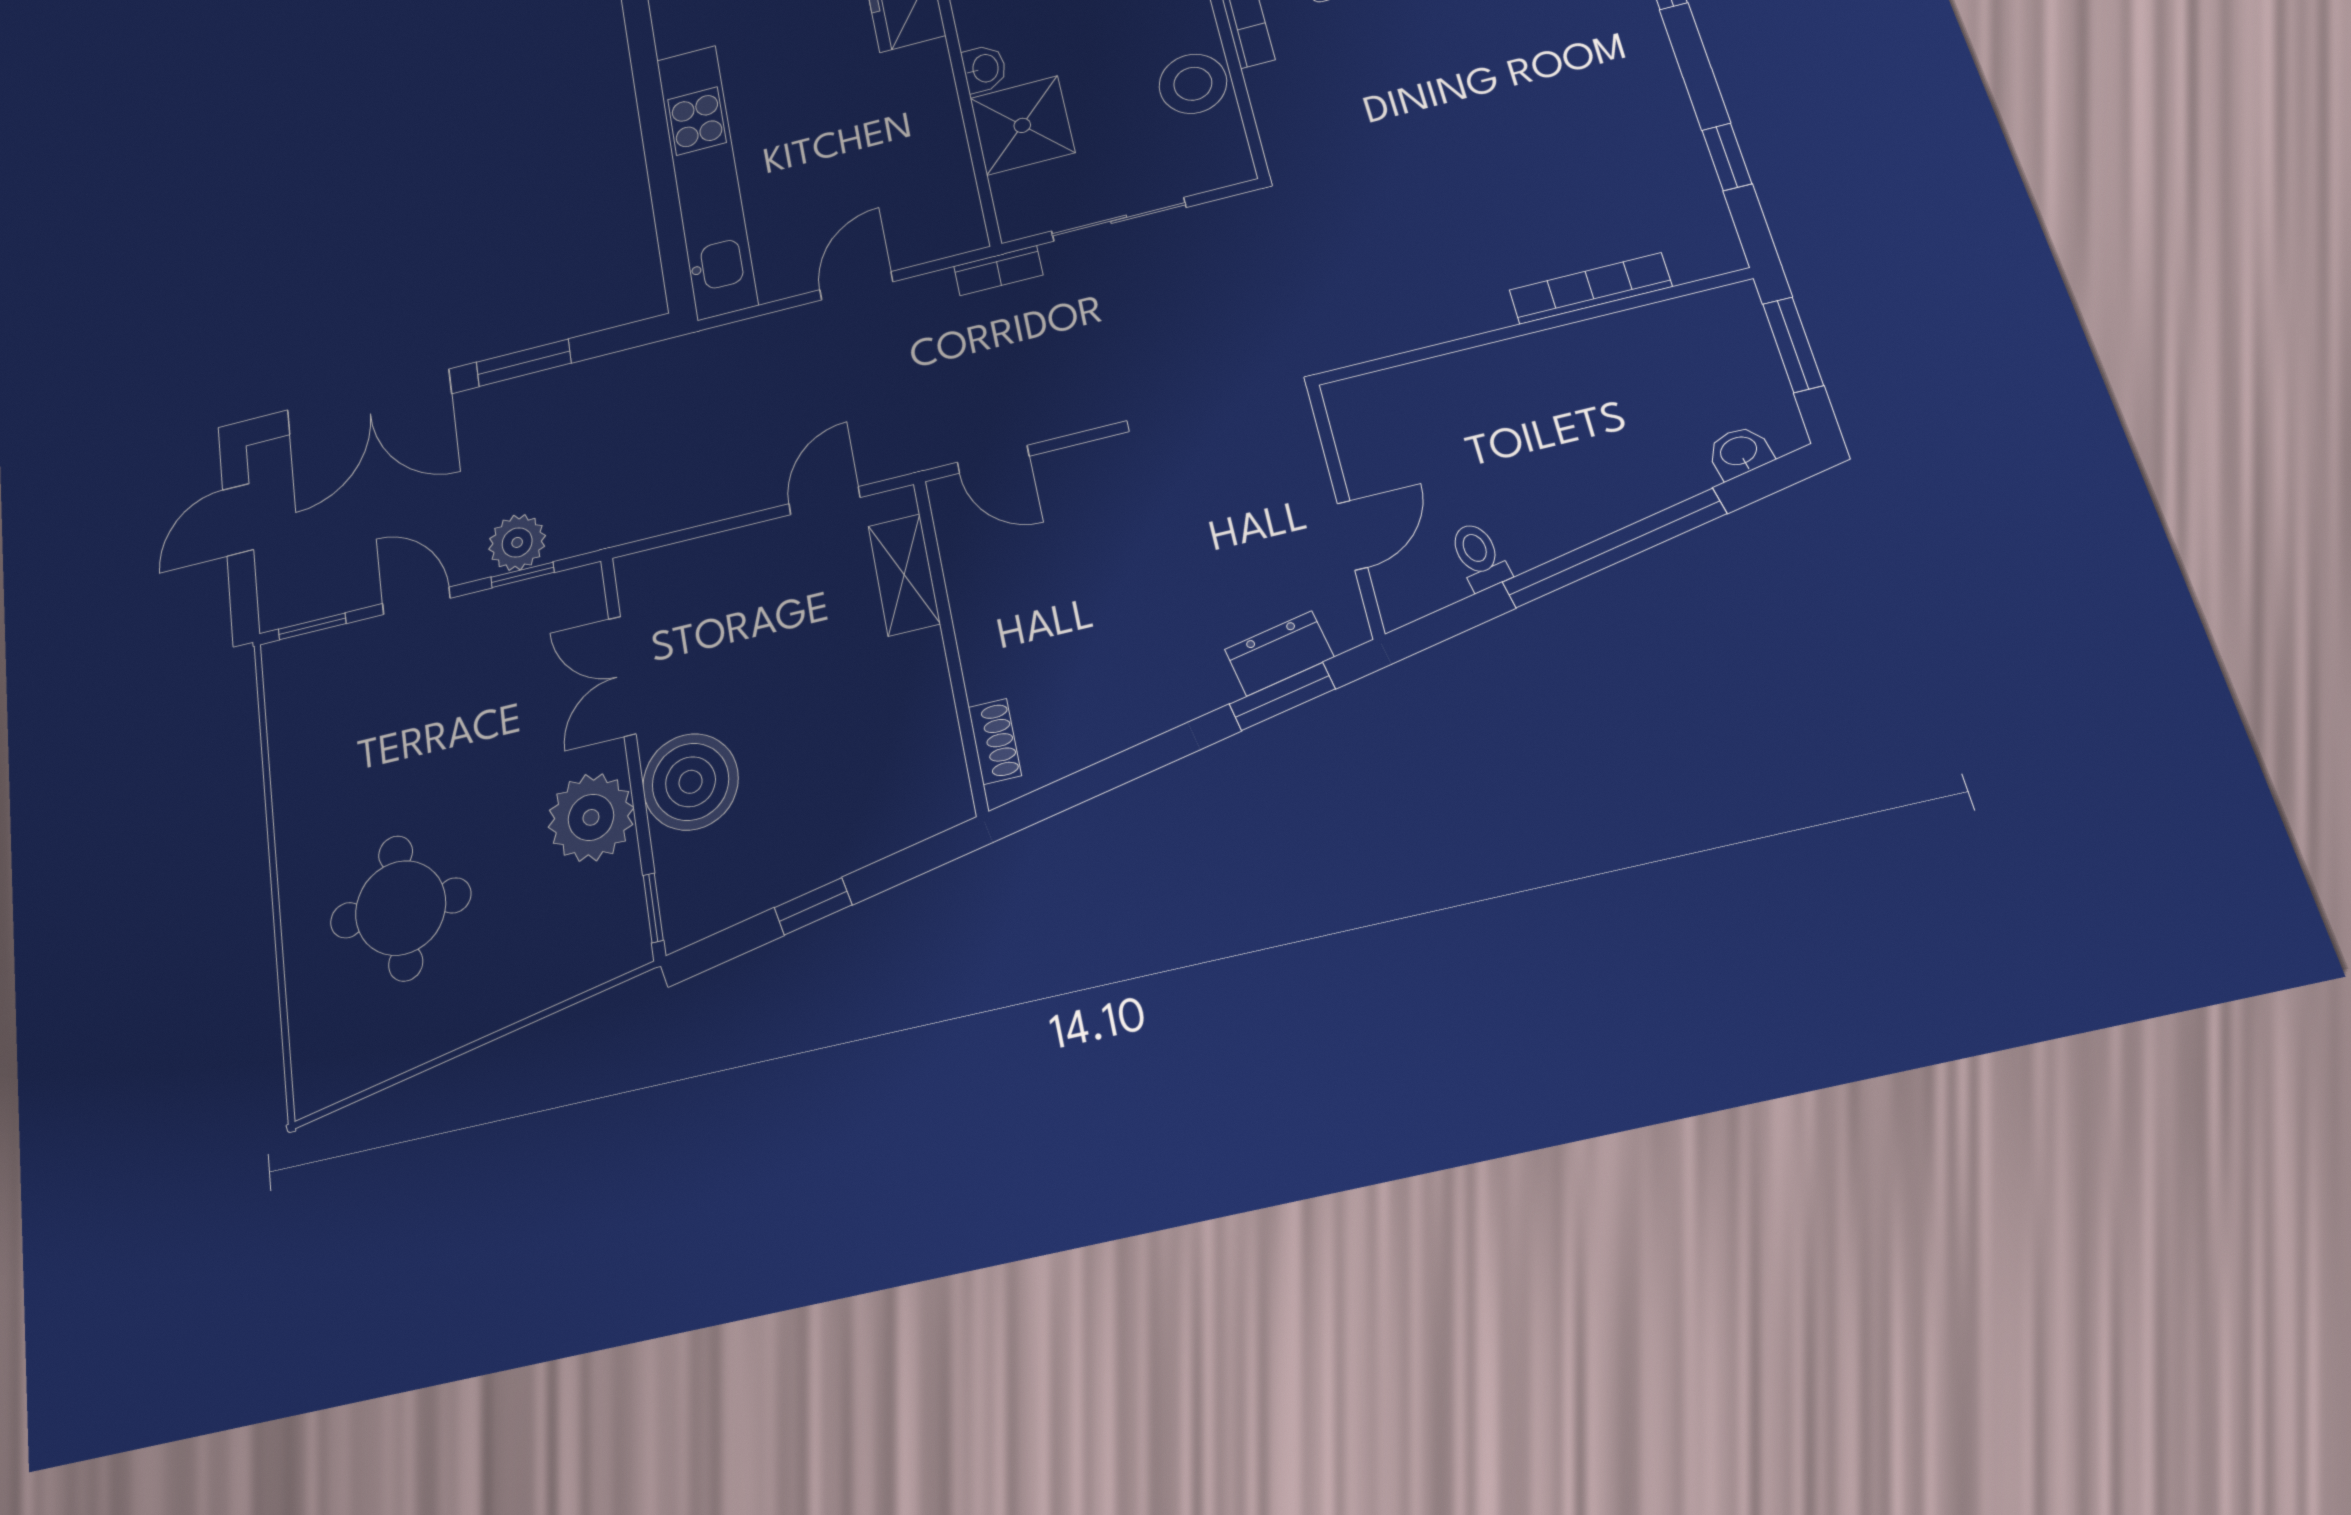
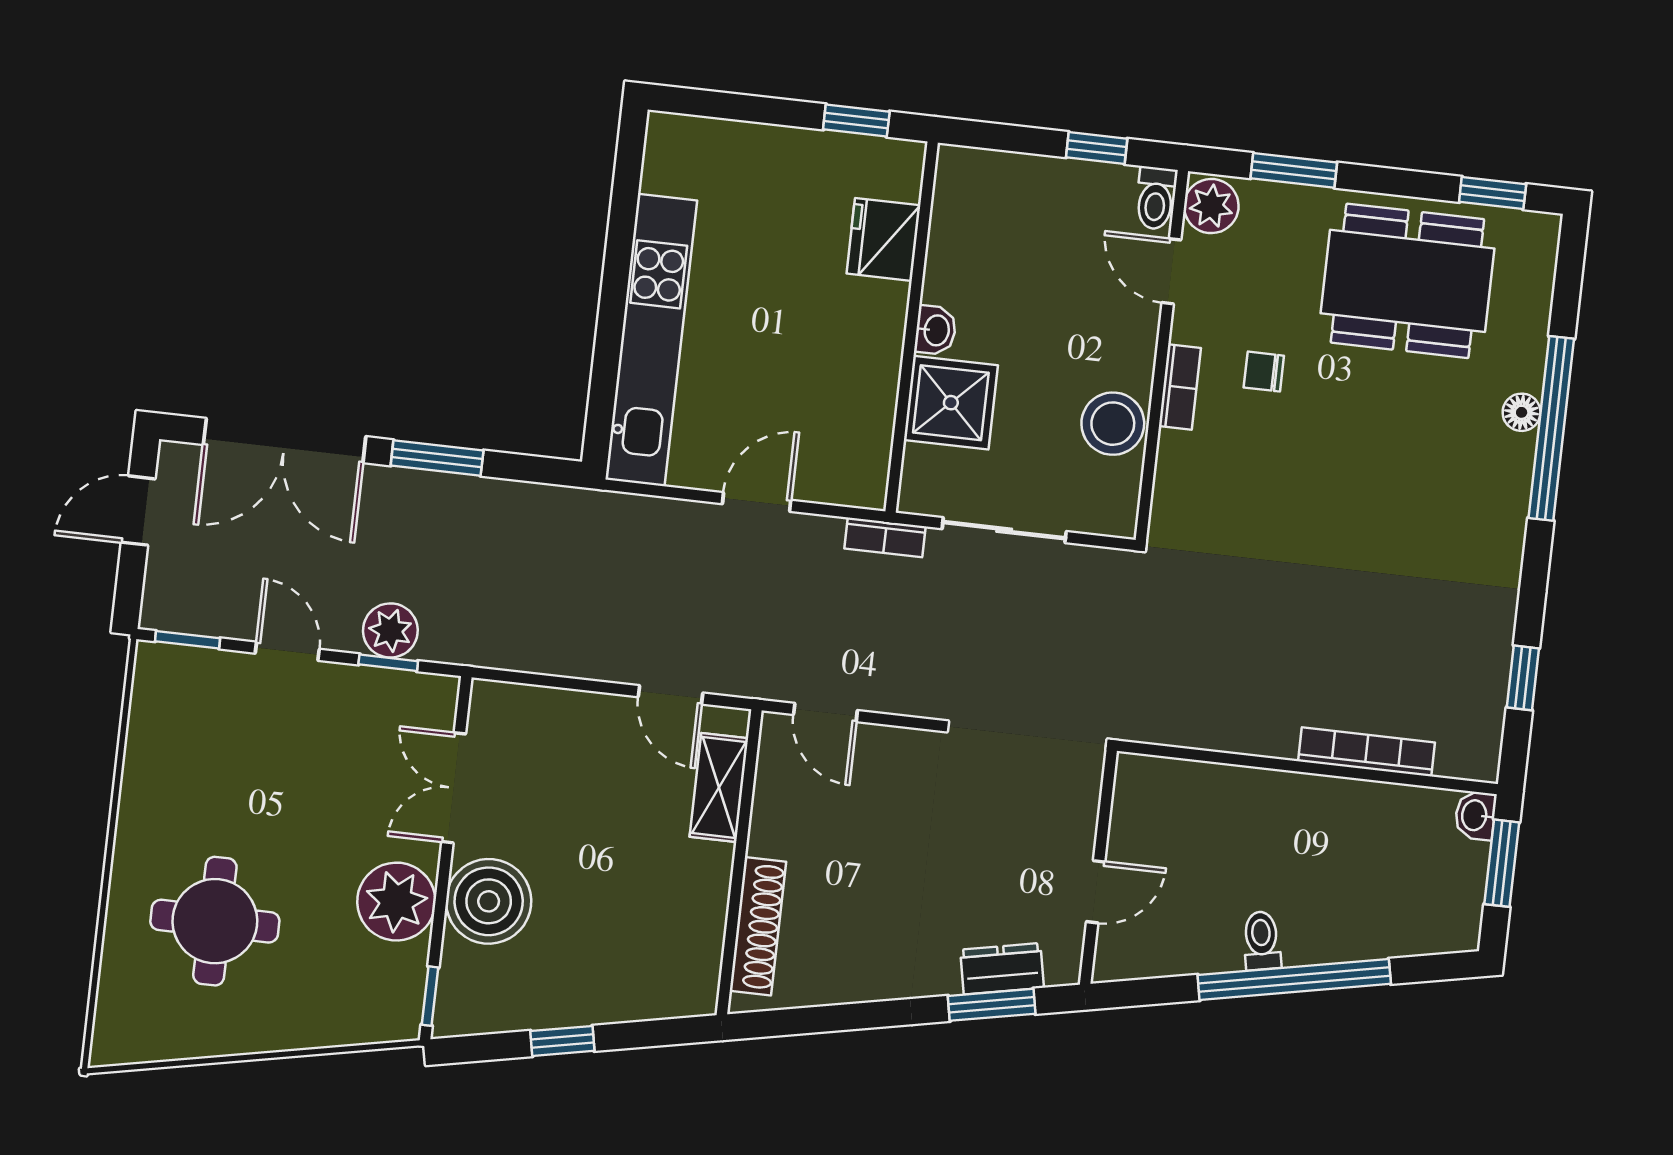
washbasin: (1739, 452) -> (1475, 815), moved, turned -79
door: (824, 501) -> (671, 695), swing flipped
toilet: (1479, 556) -> (1262, 941), moved
shoe rack: (995, 741) -> (758, 926), width x1.94, depth x1.24

